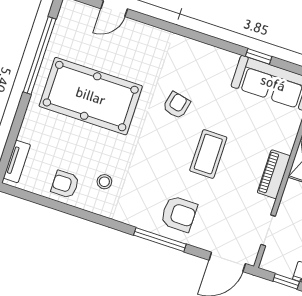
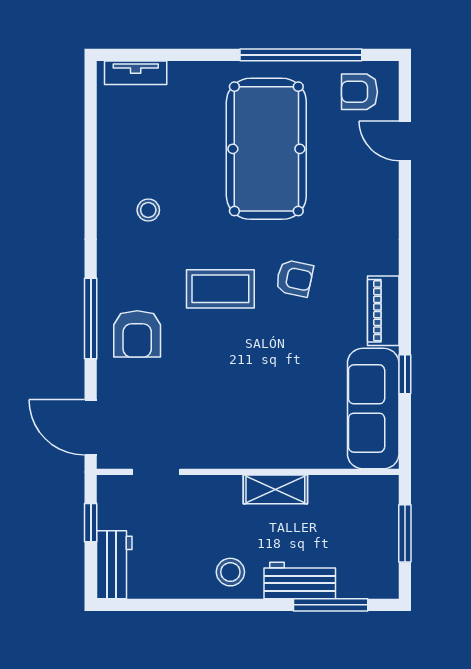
coffee table: (208, 154) -> (220, 289), moved
piano: (274, 174) -> (383, 311), moved, turned -90
armchair: (65, 184) -> (360, 92), moved, turned -90

